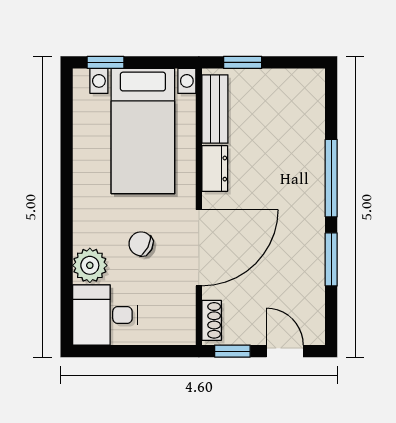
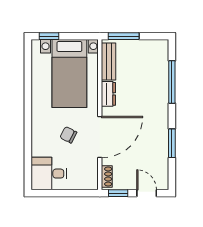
window: (243, 62) -> (124, 36), width x1.50
window: (331, 178) -> (172, 82), moved
plant: (90, 265) -> (41, 147), removed

